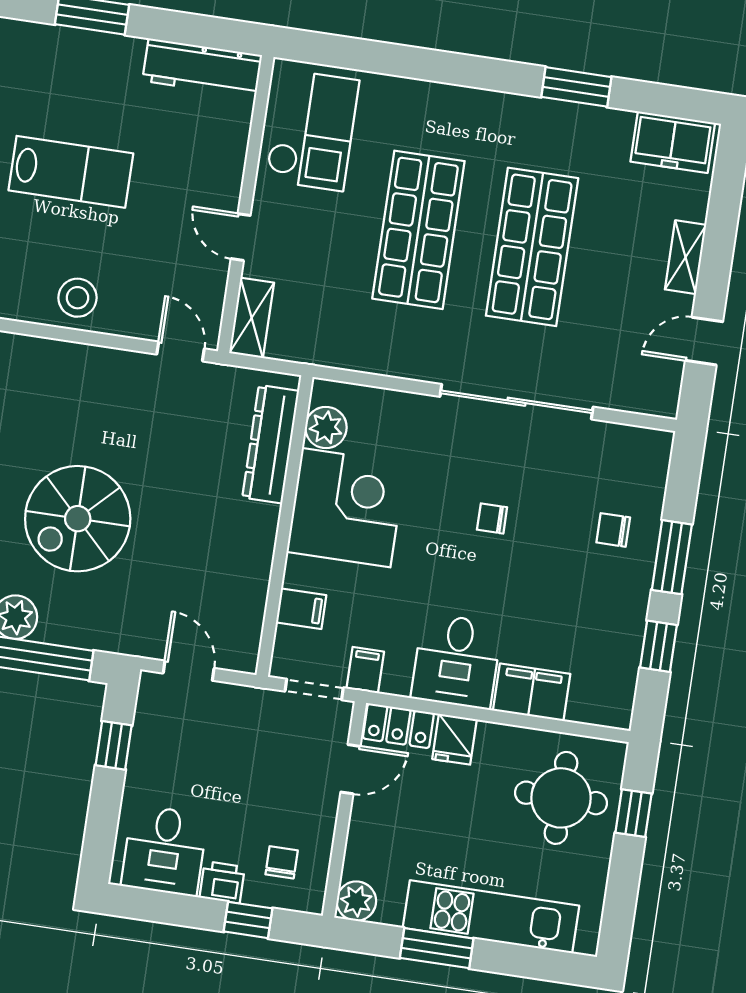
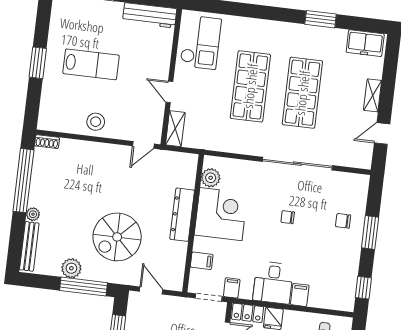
door: (181, 351) -> (143, 145), swing flipped
dresser: (271, 444) -> (182, 215), moved
spiral stairs: (78, 519) -> (117, 237), moved
window: (658, 646) -> (363, 288), moved
filing cabinet: (532, 692) -> (300, 295), width x0.50

